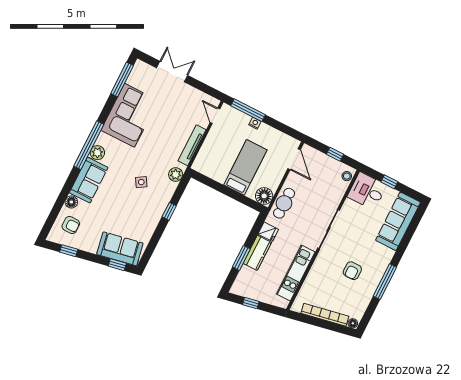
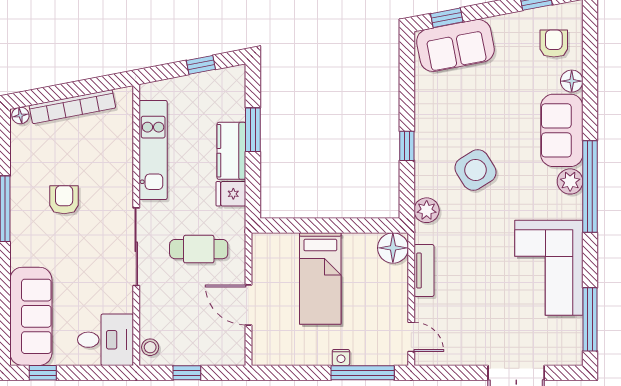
tv unit: (192, 145) -> (424, 271), width x0.71
door: (294, 159) -> (249, 305), moved
side table: (141, 182) -> (476, 170), width x1.87, depth x1.87
window: (389, 182) -> (43, 373), moved
floor lamp: (264, 196) -> (393, 248), moved
cafe table: (284, 203) -> (199, 249), moved, turned 90
armchair: (71, 225) -> (554, 44), turned 90

